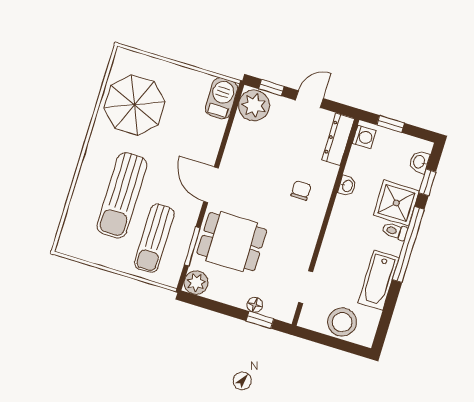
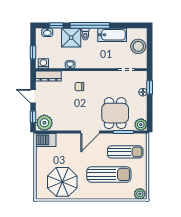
plant: (69, 242) -> (140, 194), added

